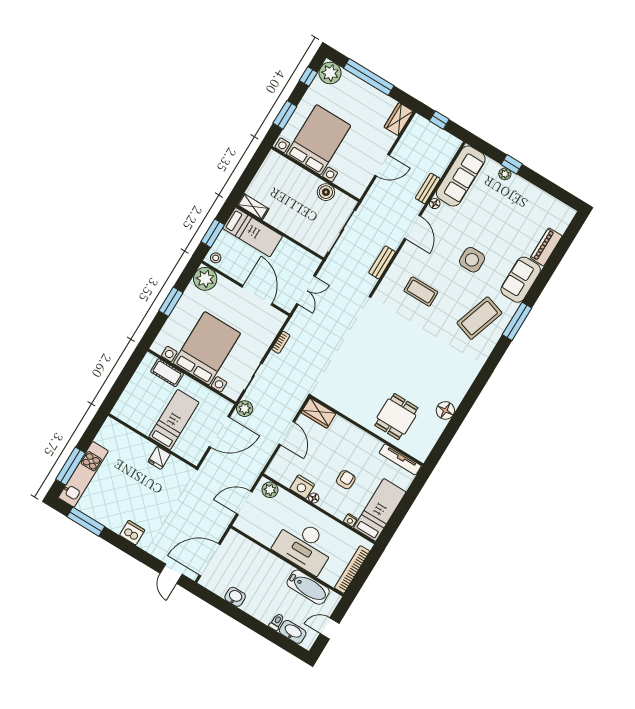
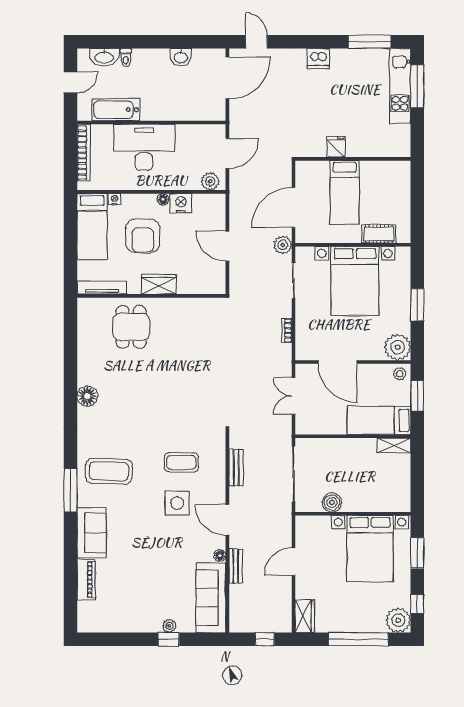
side table: (472, 260) -> (177, 503), moved
coffee table: (479, 318) -> (109, 471), turned 74
floor lamp: (445, 410) -> (87, 396), moved
wardrobe: (319, 413) -> (159, 284), moved
armchair: (346, 480) -> (143, 236), width x1.88, depth x1.88

